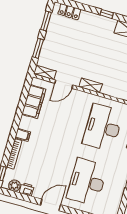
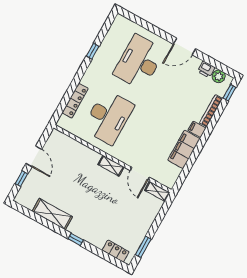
window: (38, 48) -> (159, 219), removed
door: (64, 84) -> (140, 174), swing flipped
filing cabinet: (34, 102) -> (184, 149), moved
desk: (87, 182) -> (139, 62), turned 180

